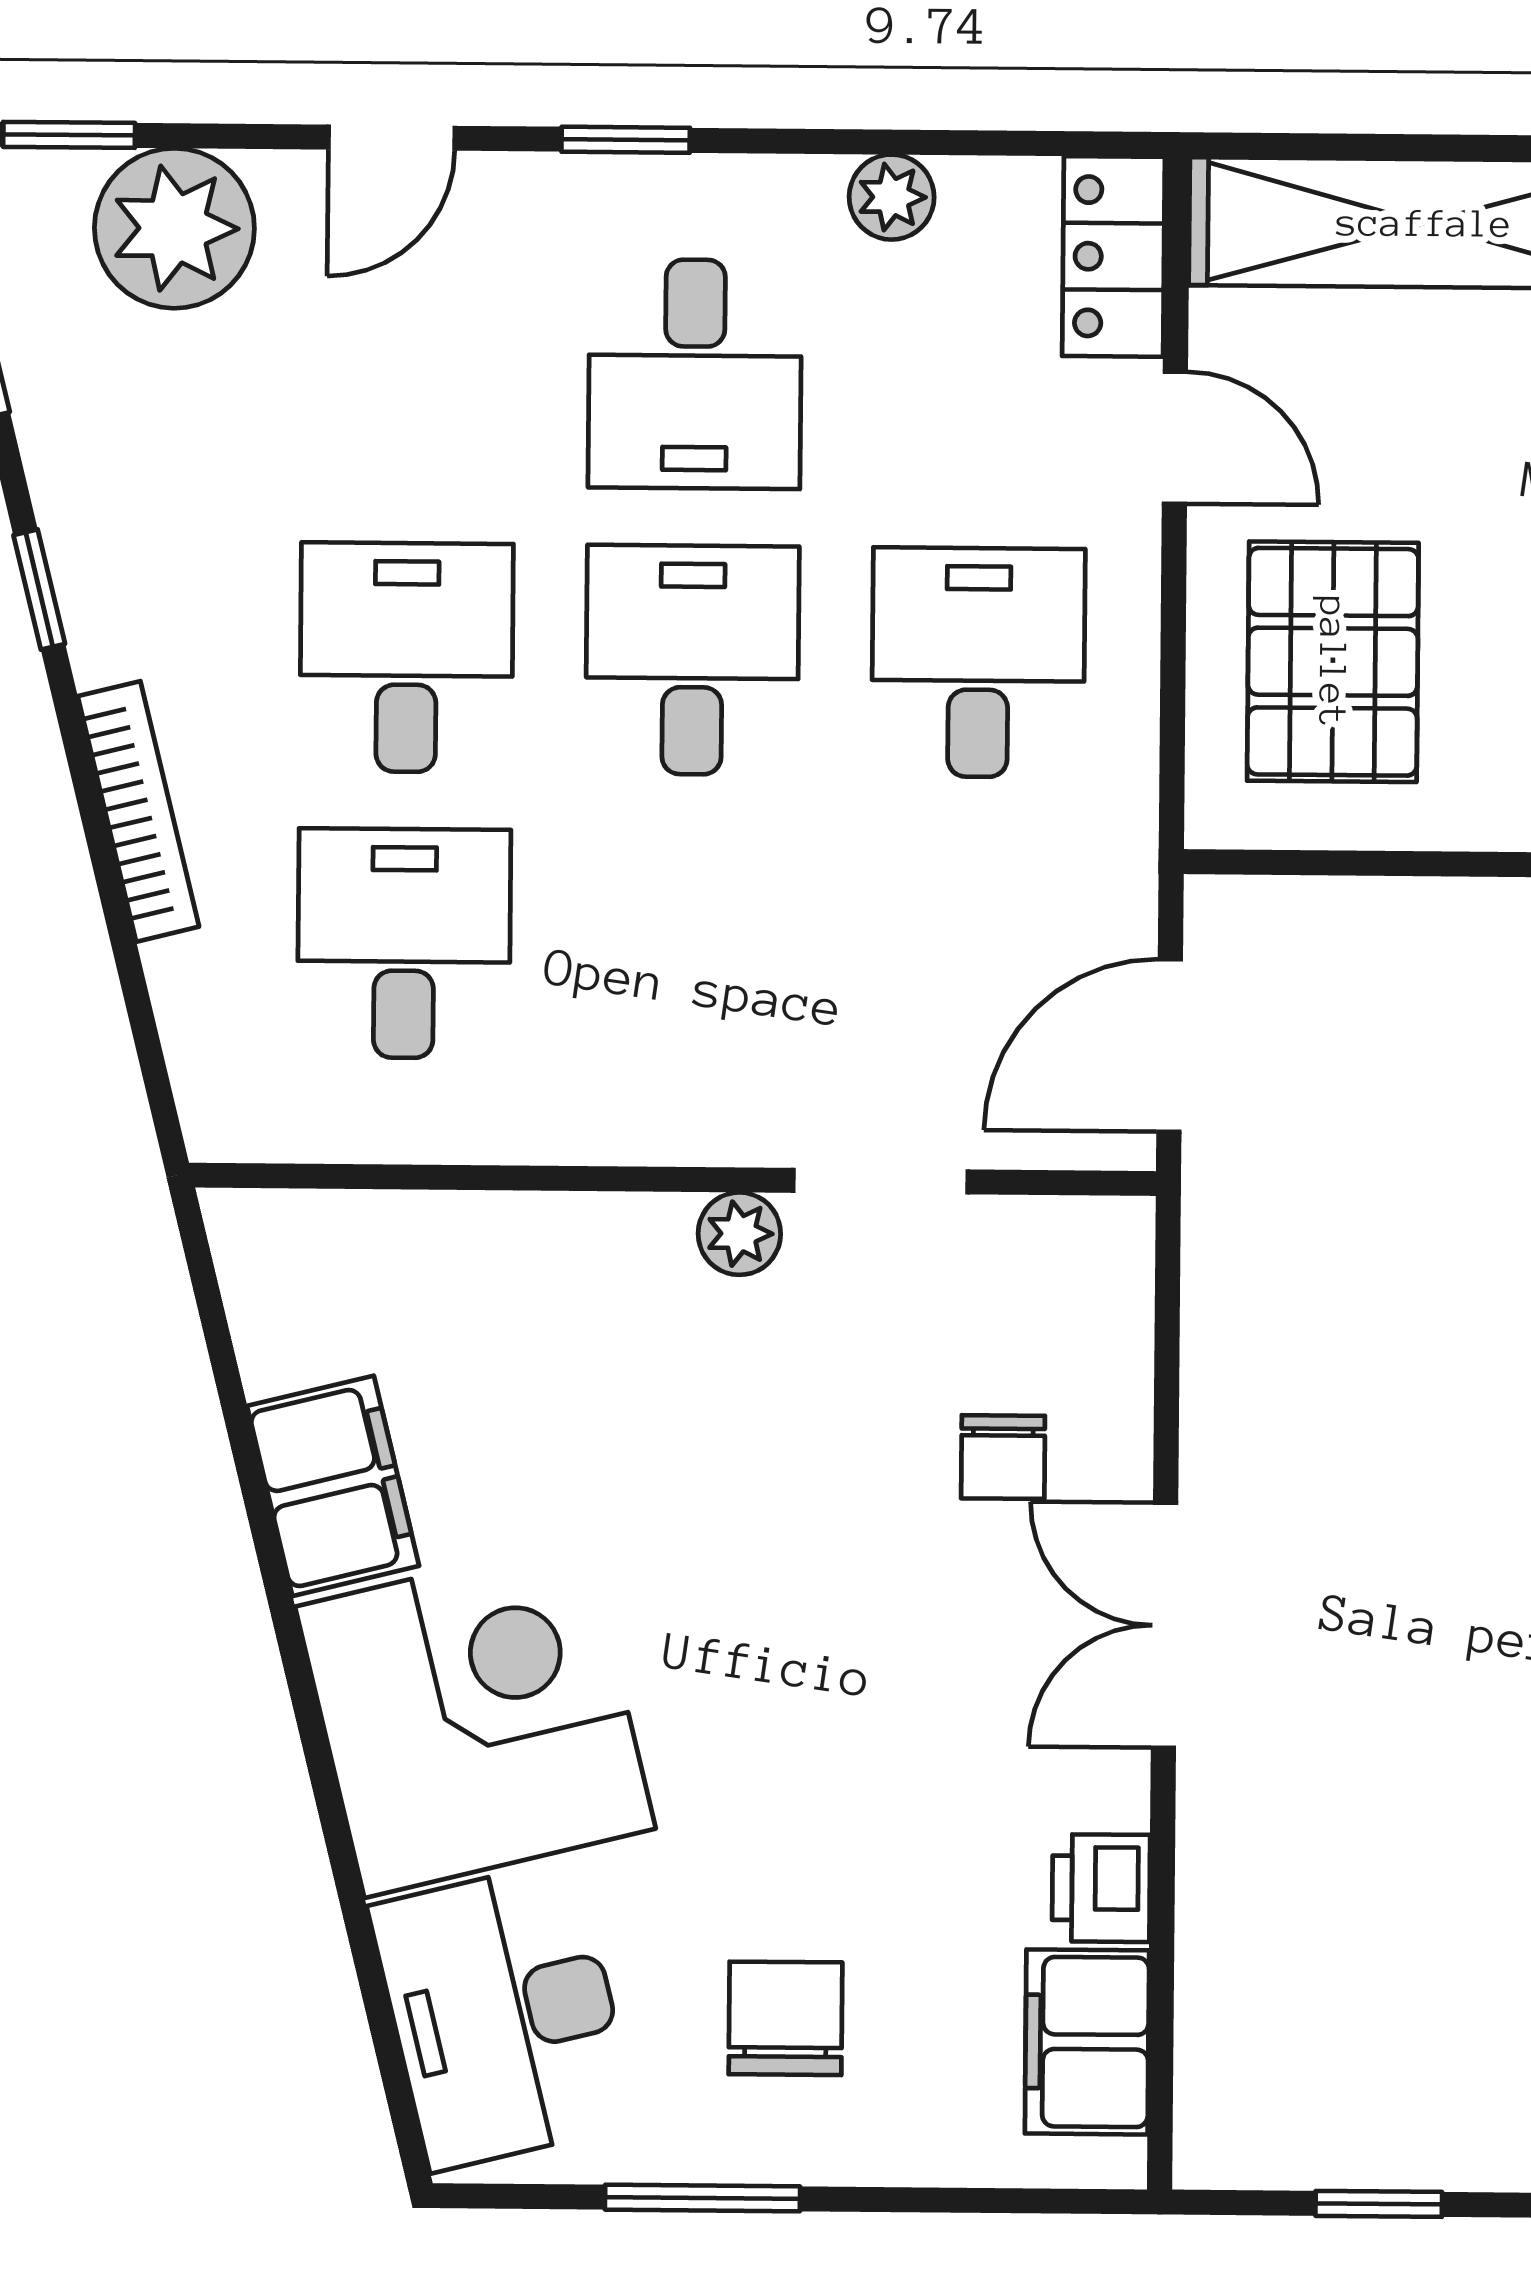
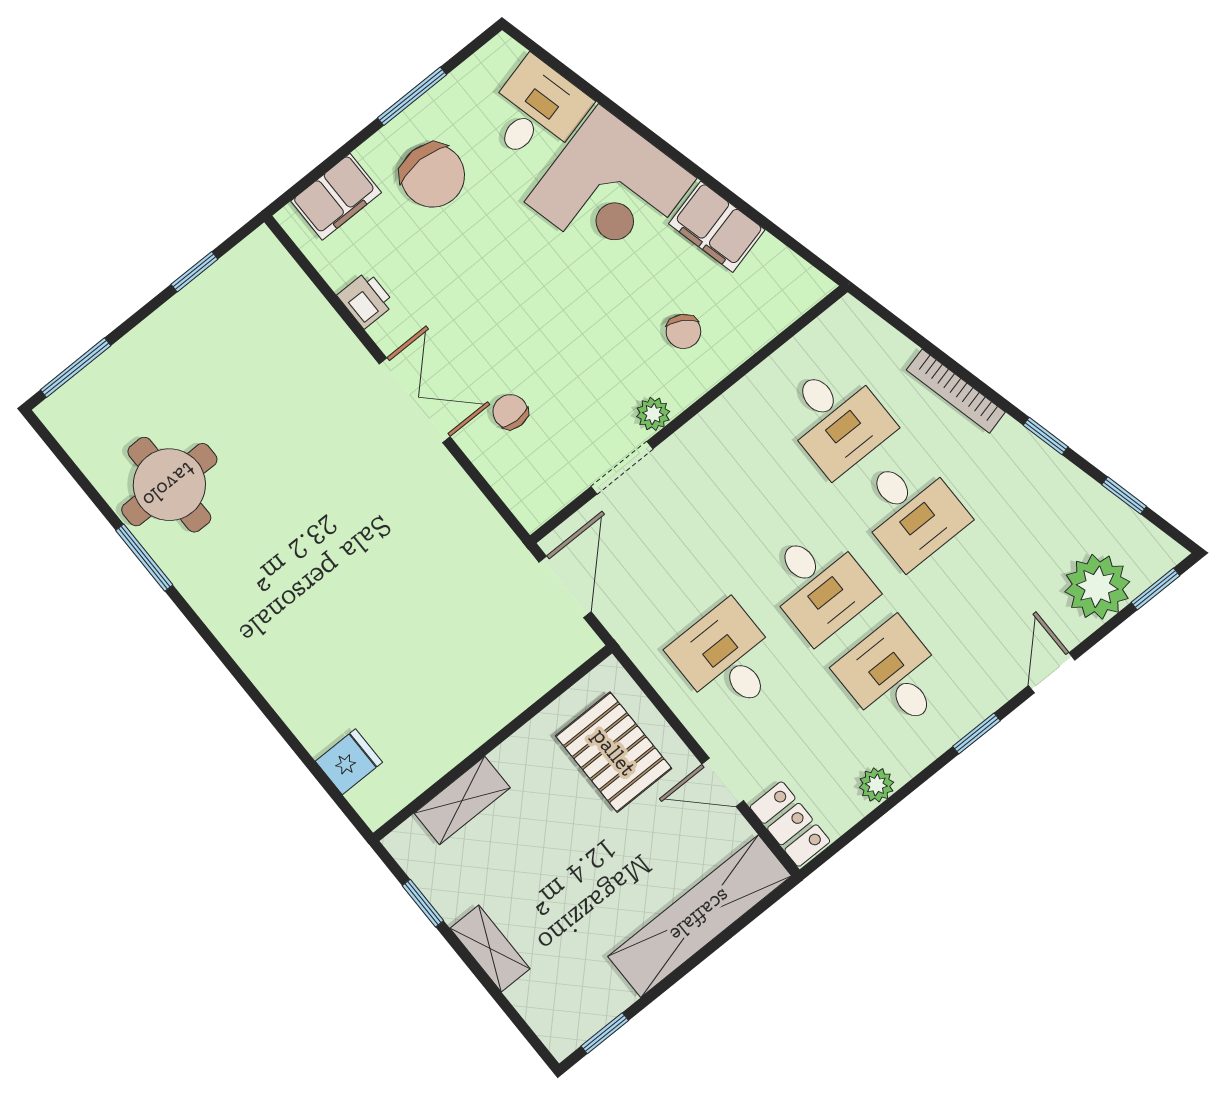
desk: (978, 662) -> (727, 659), turned 180
chair: (556, 1341) -> (683, 331), added
desk: (503, 2015) -> (536, 112), width x0.73
chair: (785, 2018) -> (433, 175), width x1.37, depth x1.37
filing cabinet: (1087, 2042) -> (336, 197), moved, turned 90

